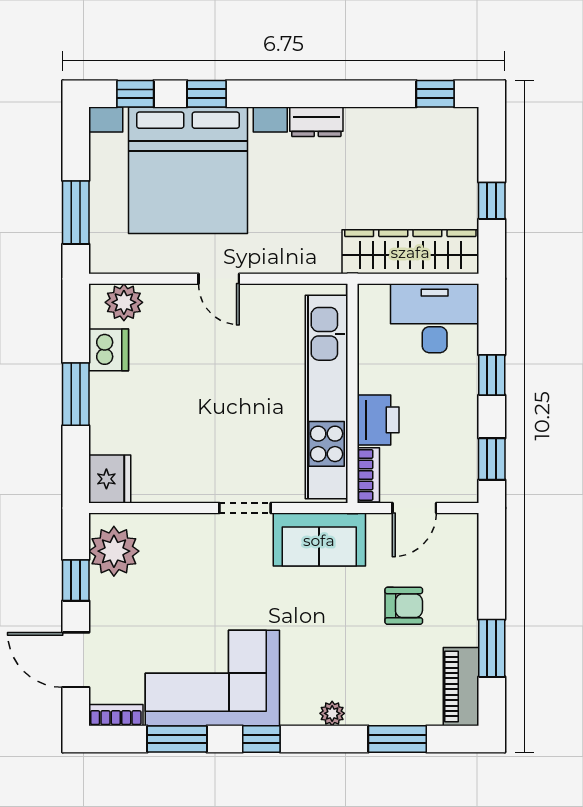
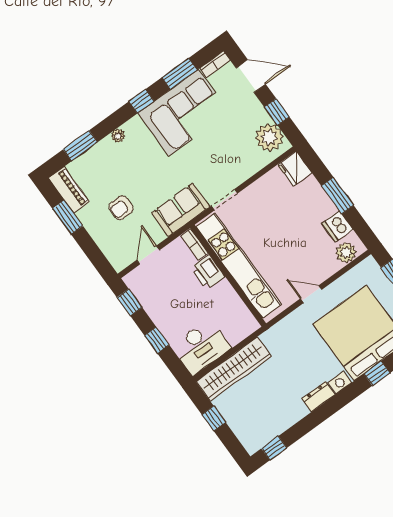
wall: (353, 393) -> (228, 276), moved
kitchen unit: (327, 397) -> (239, 266), moved
printer: (378, 420) -> (208, 272), moved
bookcase: (368, 475) -> (194, 244), moved

